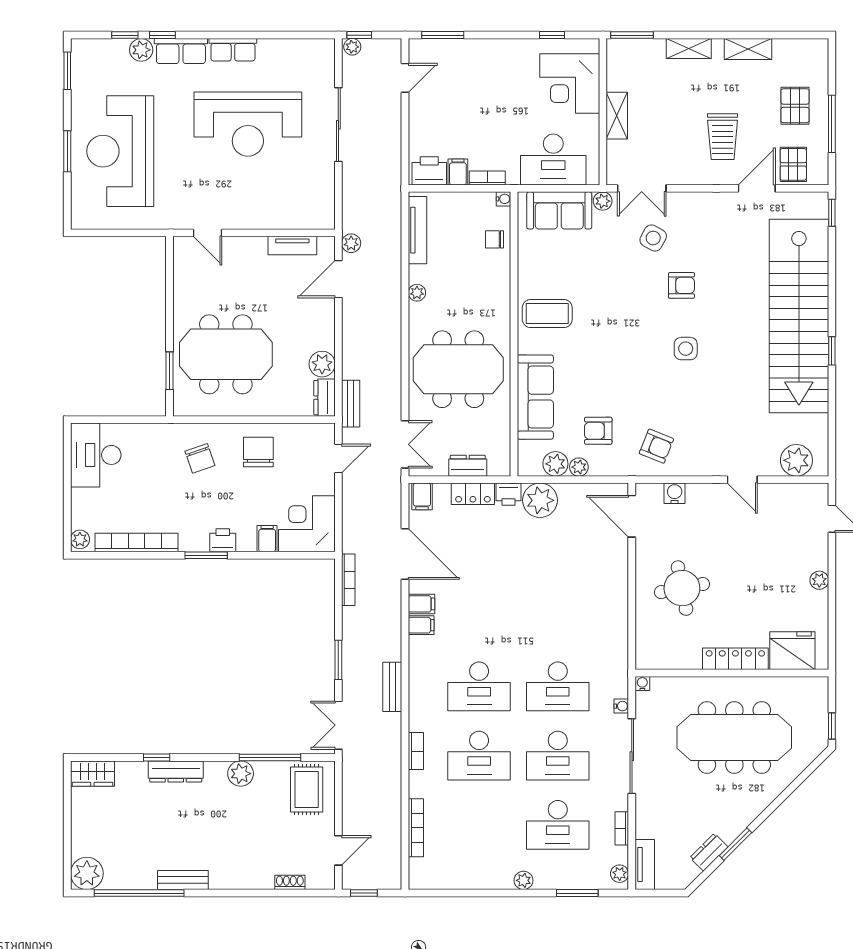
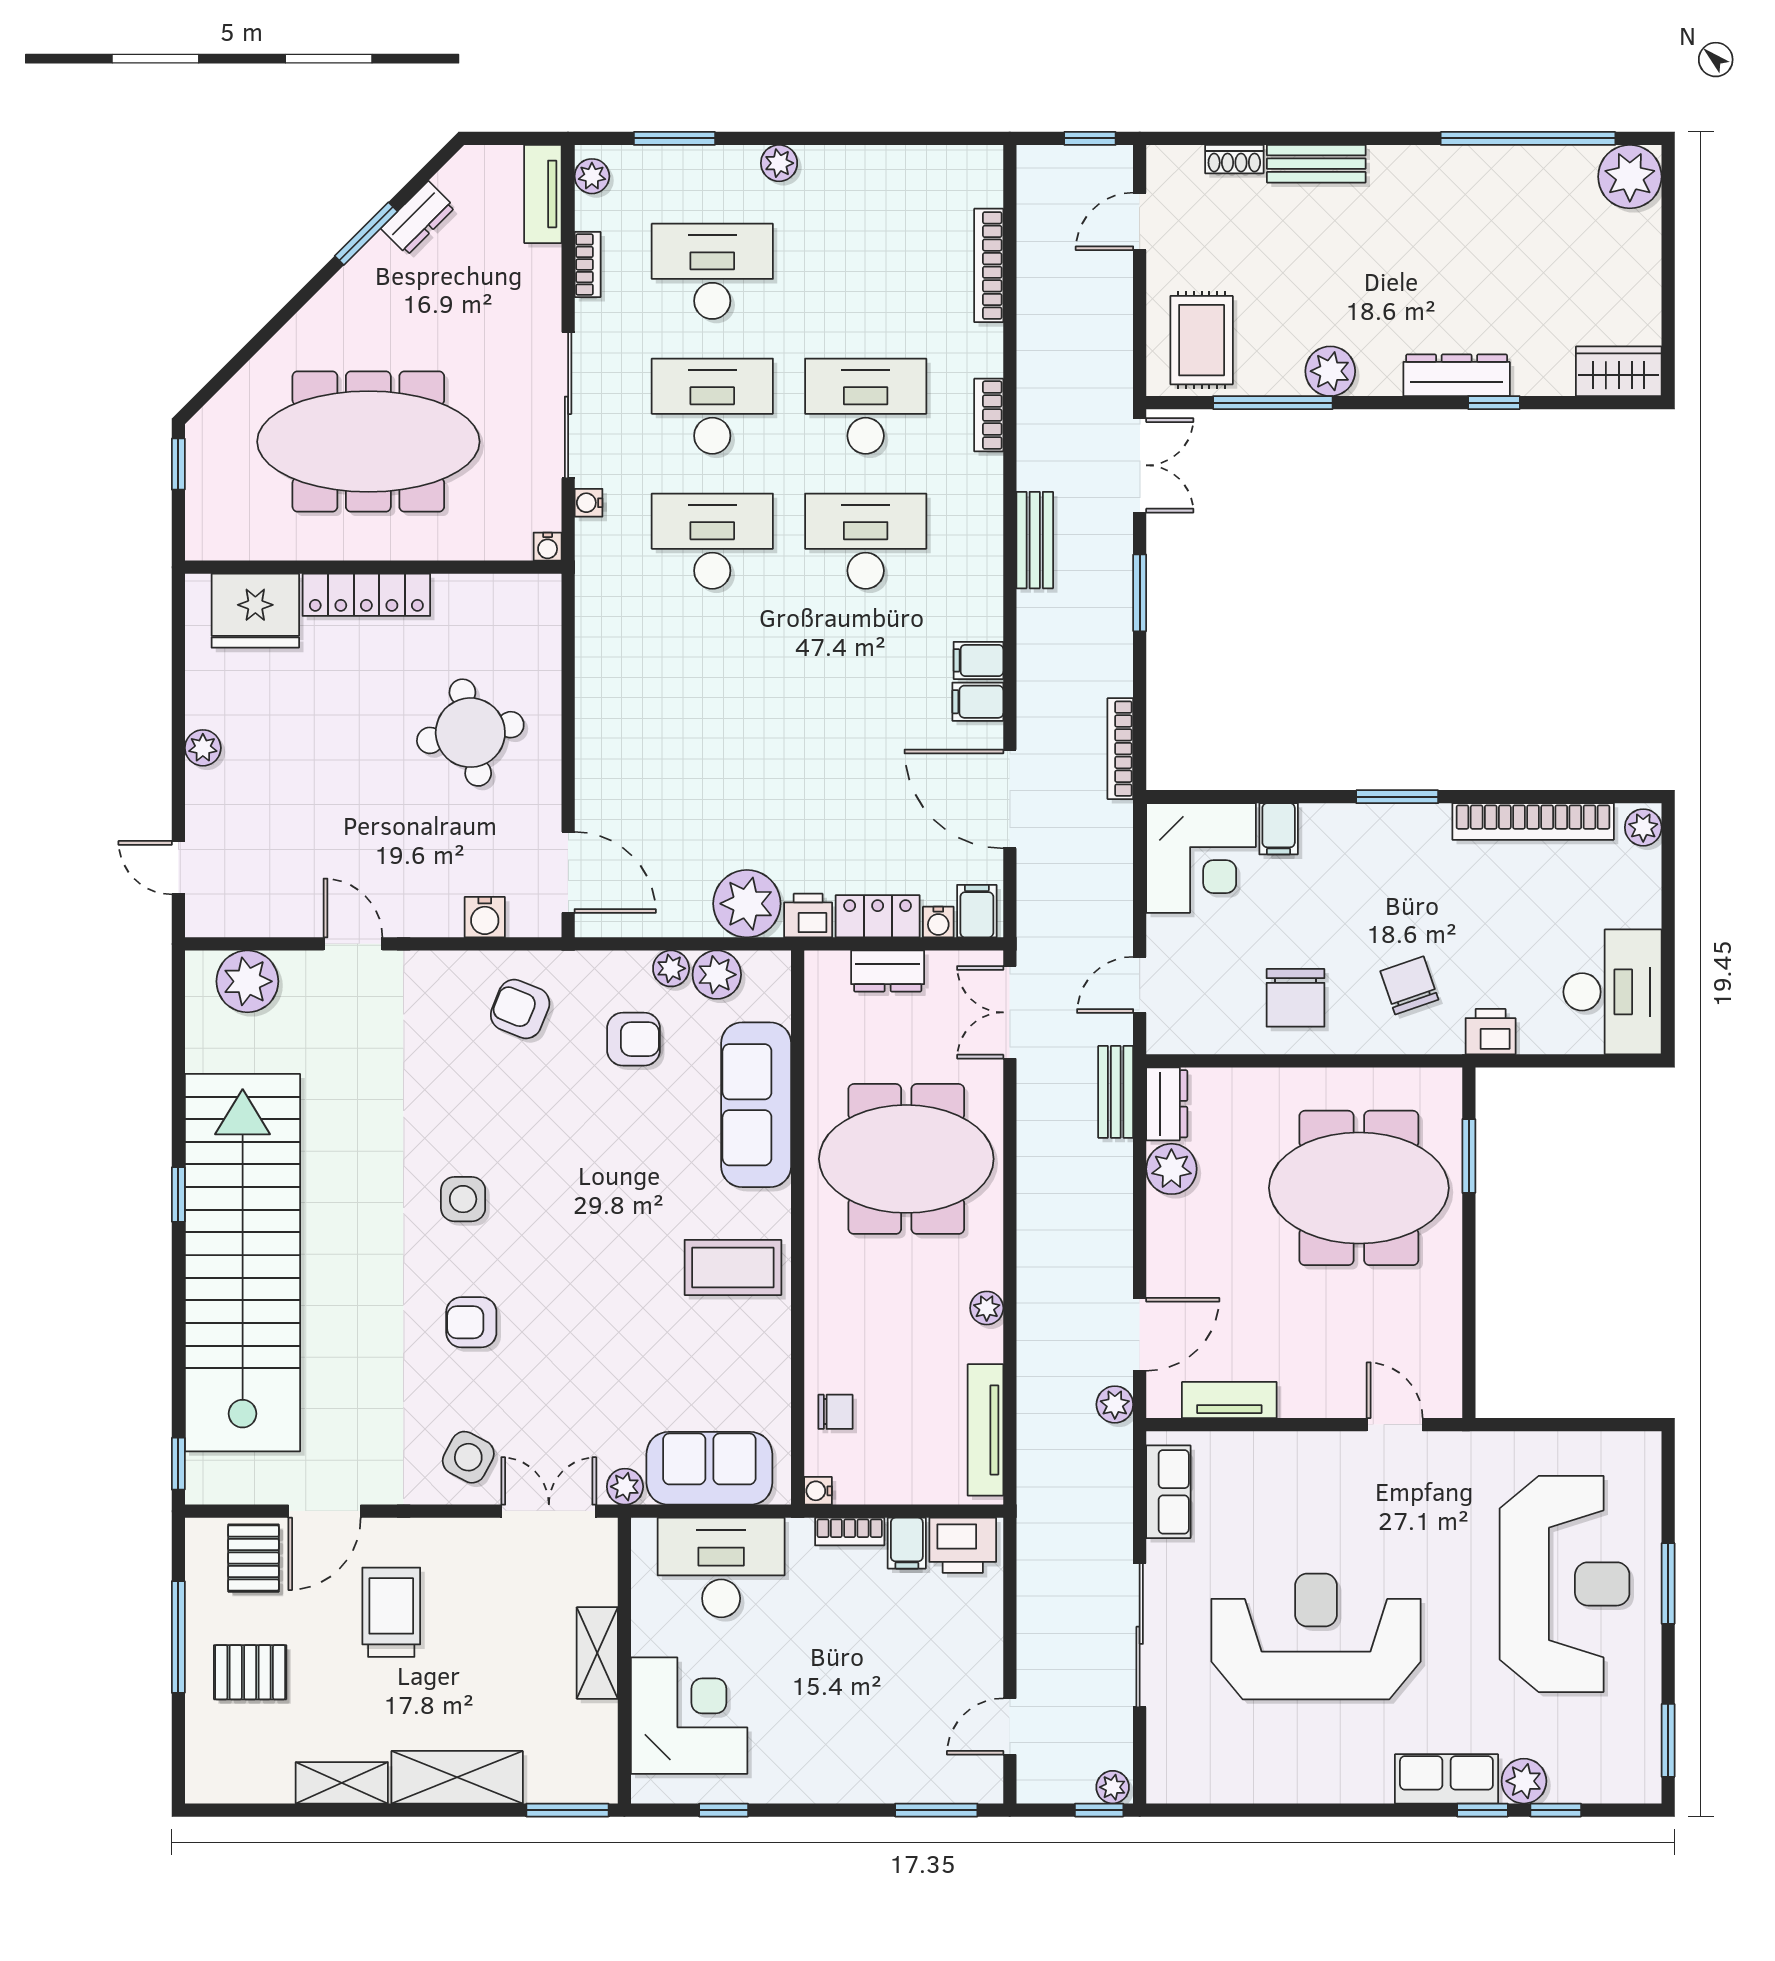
shelving: (689, 48) -> (457, 1777), width x1.50, depth x1.33
row of seats: (233, 50) -> (1168, 1492), moved, turned 90
pallet: (795, 106) -> (250, 1672), turned 90
side table: (653, 238) -> (468, 1457), moved
water cooler: (442, 491) -> (938, 922), added
printer: (223, 540) -> (1491, 1032), moved, turned 180
bench: (183, 880) -> (1316, 164), moved

